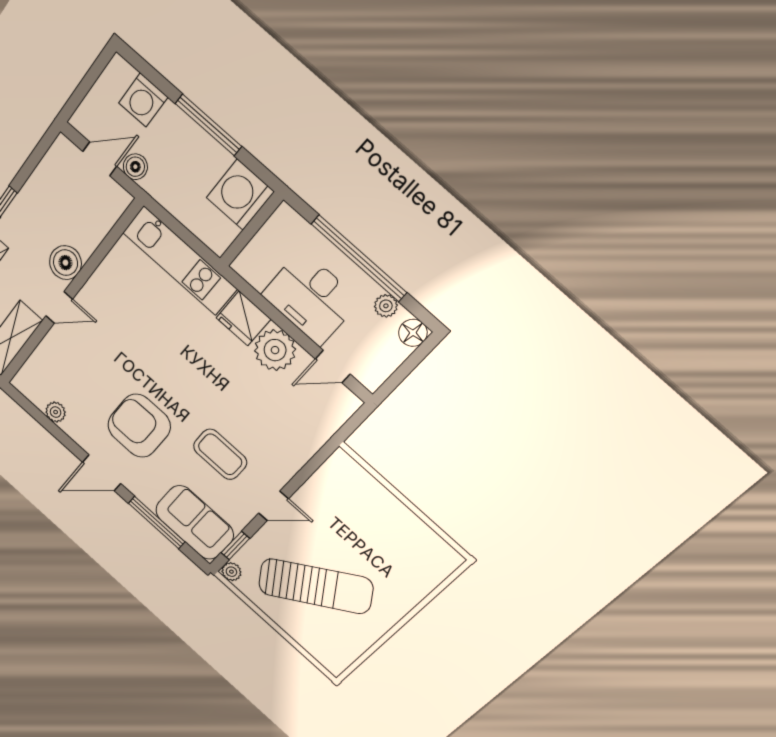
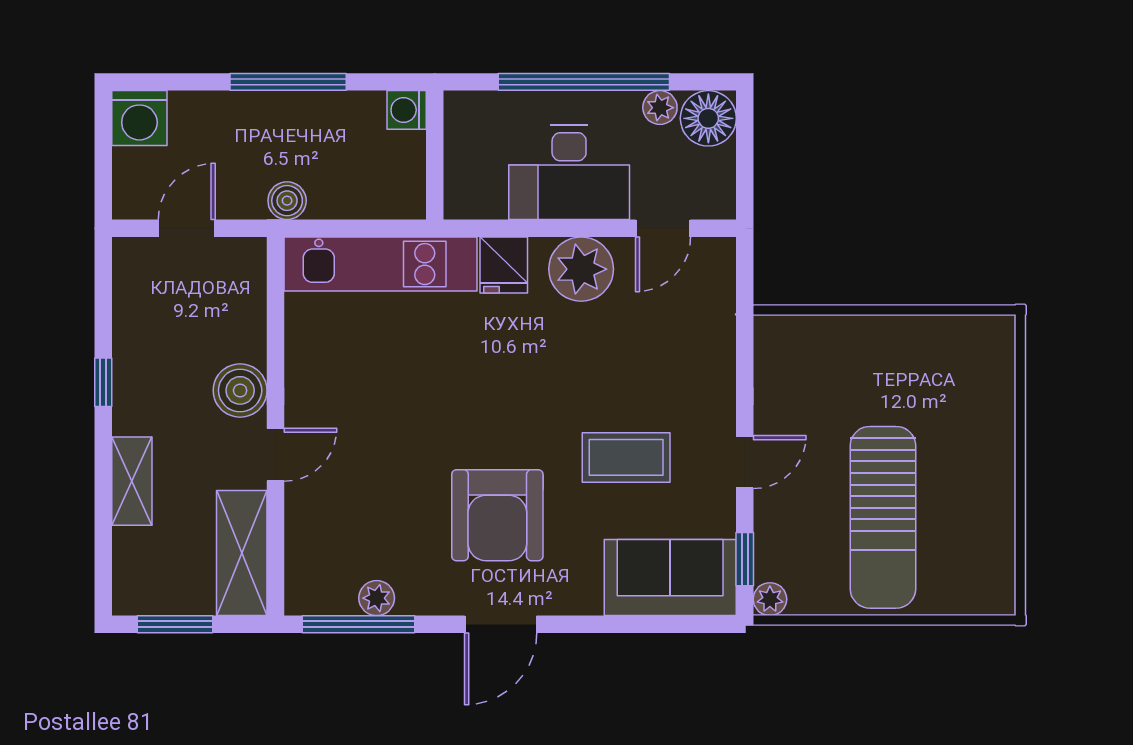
washing machine: (143, 100) -> (139, 118), moved
boiler: (135, 167) -> (287, 201), moved
washing machine: (240, 195) -> (407, 110), width x0.53, depth x0.53
fridge: (243, 318) -> (504, 265), width x0.72
floor lamp: (413, 333) -> (708, 118), width x1.38, depth x1.38
armchair: (139, 426) -> (497, 515), turned -90
window: (157, 522) -> (358, 624), moved
sun lounger: (315, 586) -> (883, 517), turned 124

